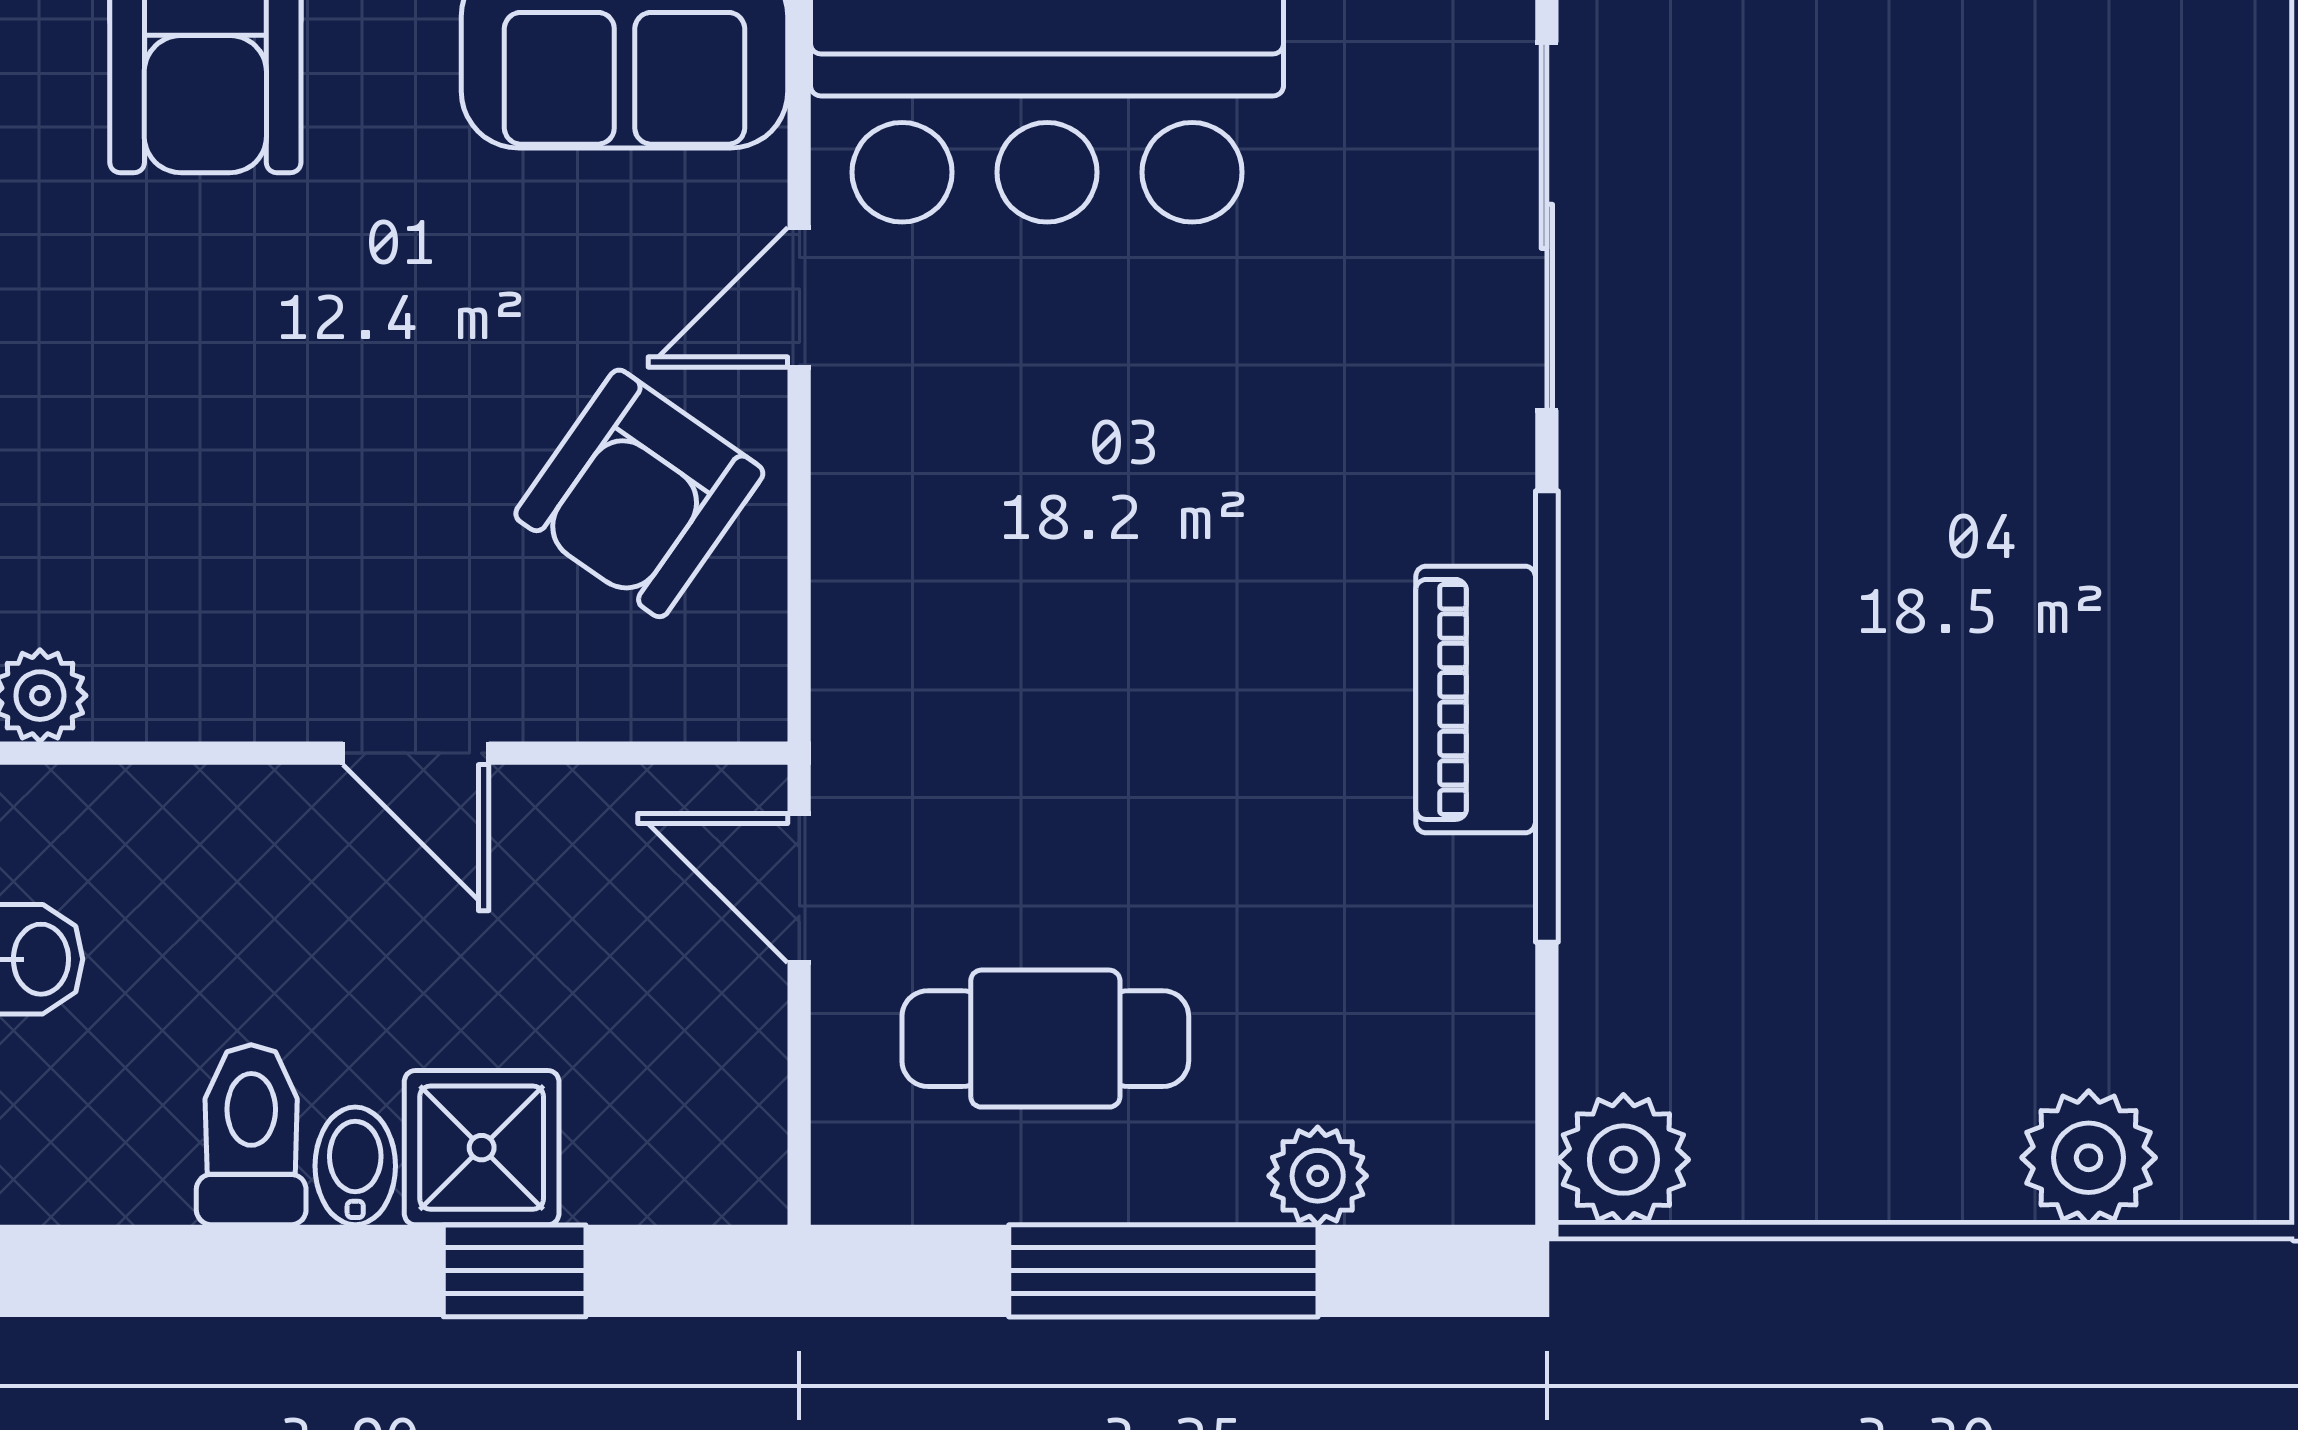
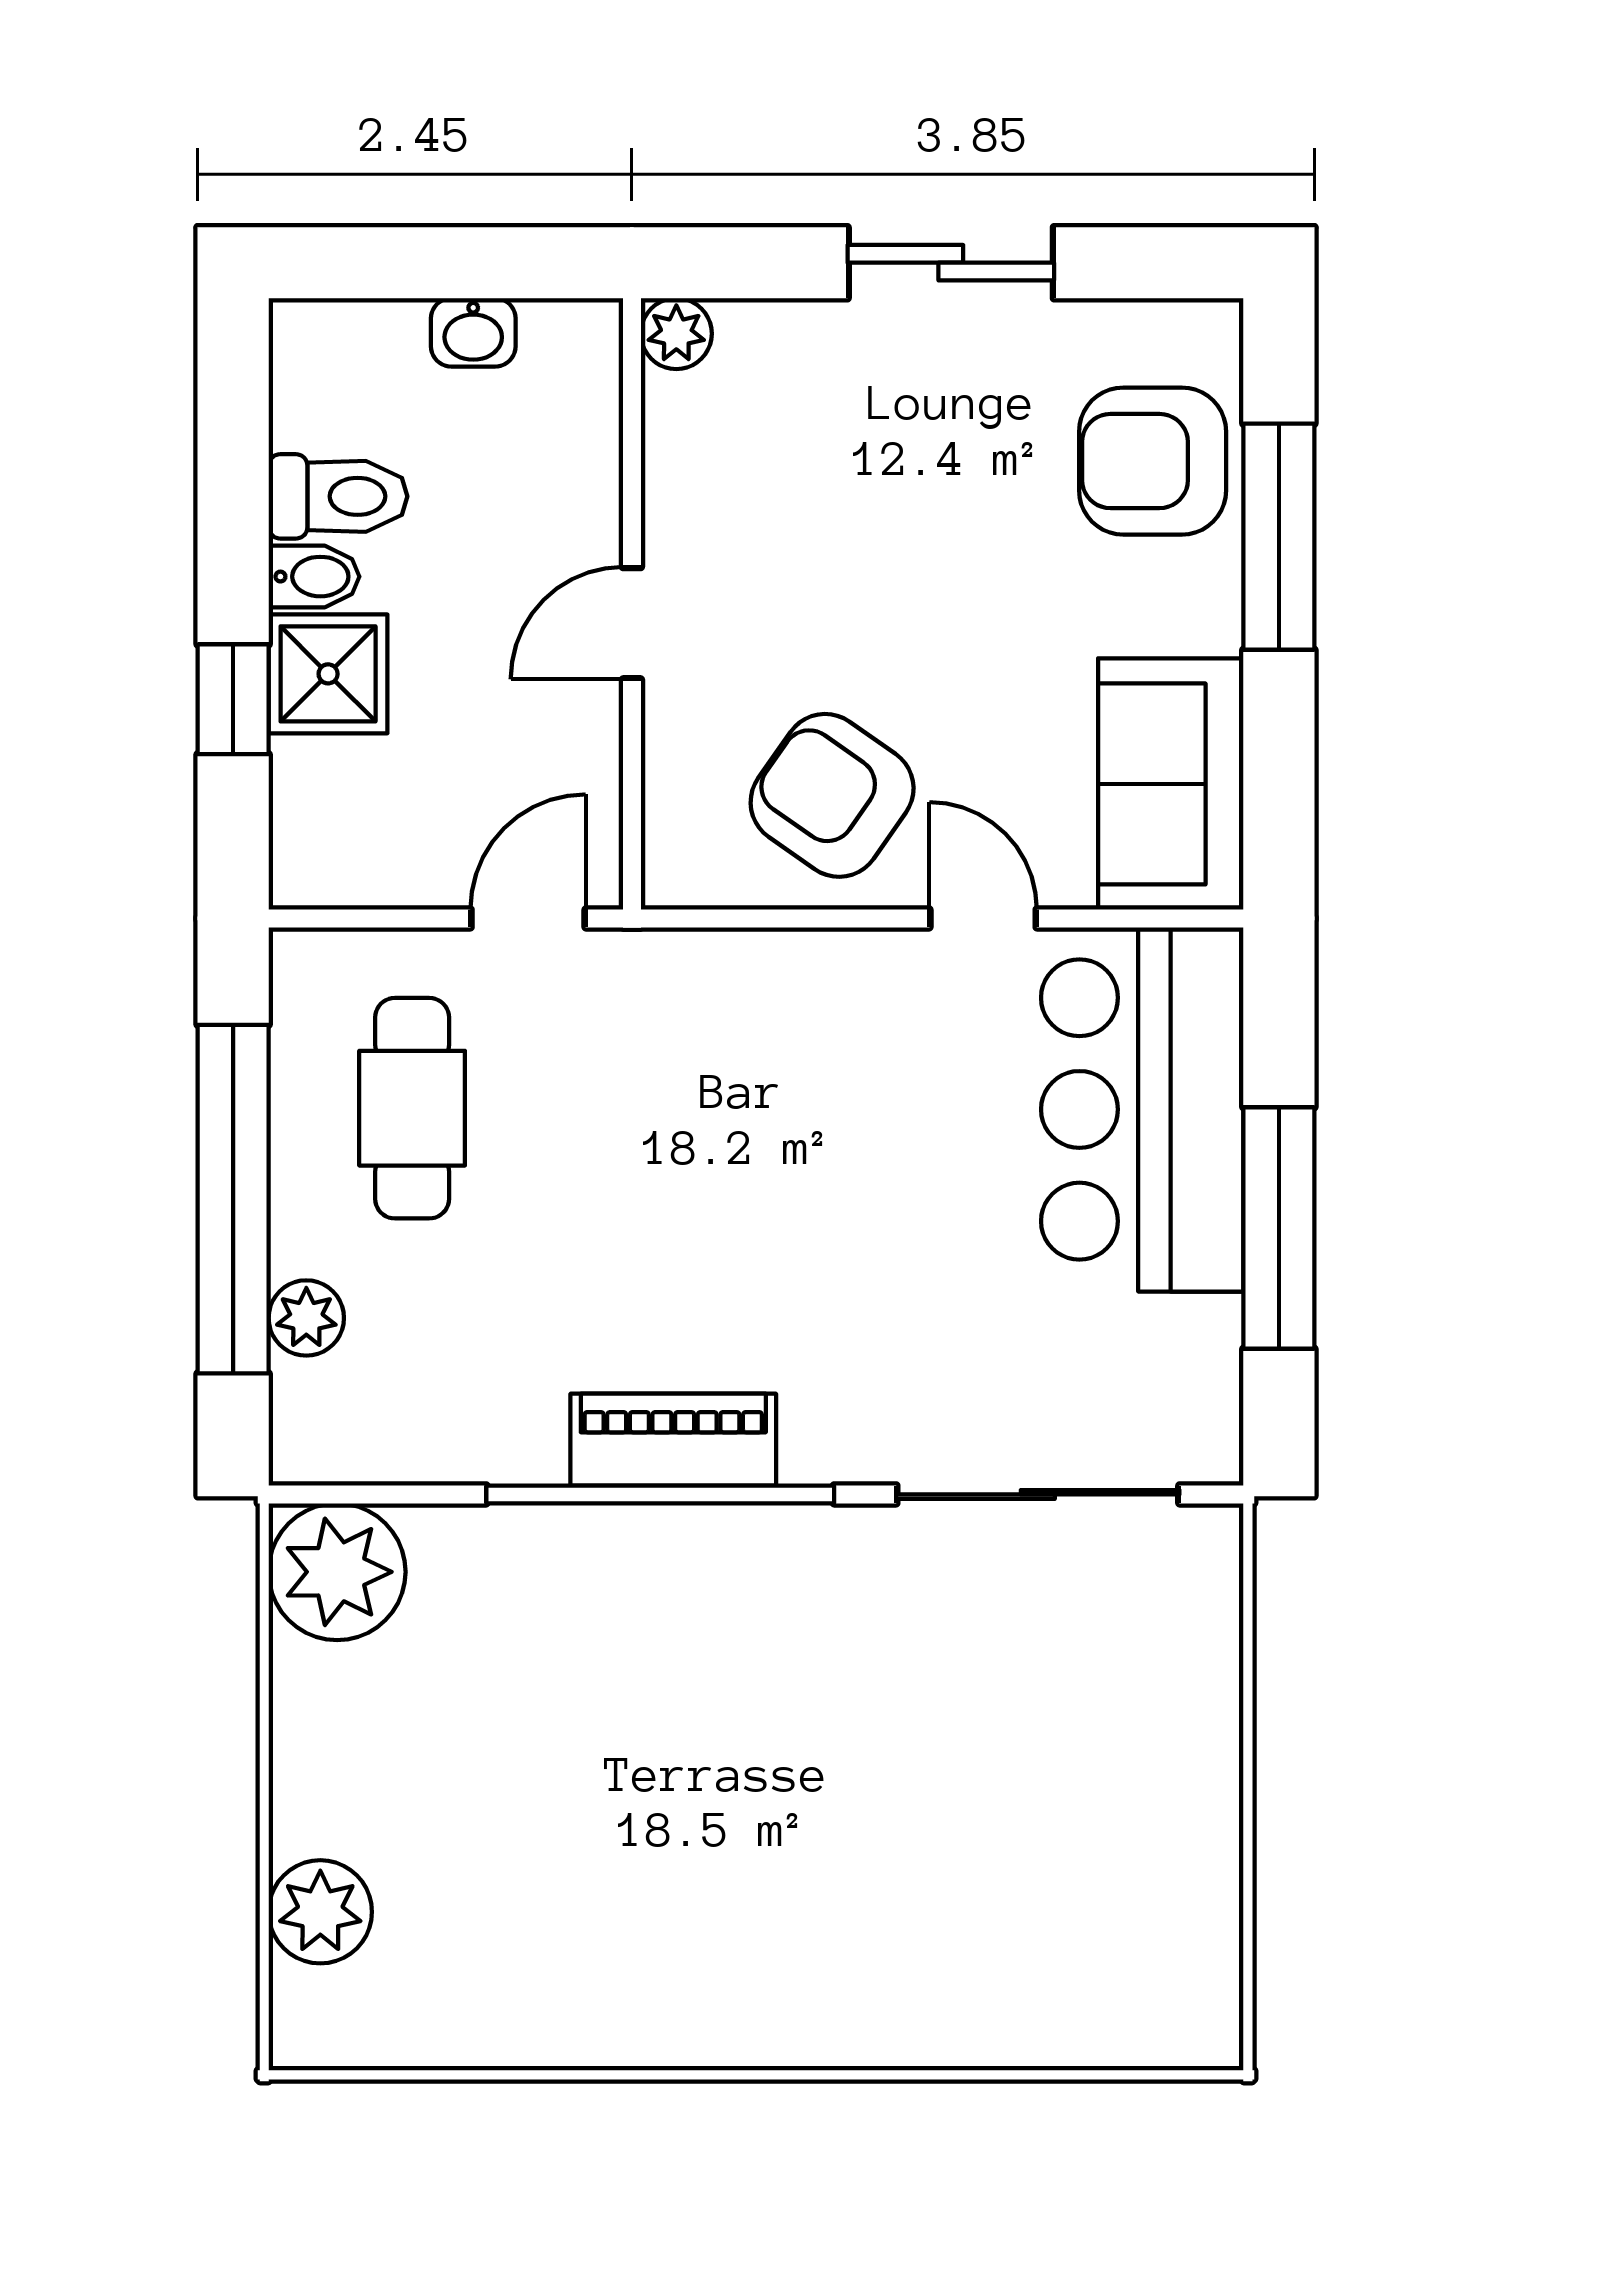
plant: (1623, 1160) -> (337, 1572), width x1.36, depth x1.36
window: (1163, 1271) -> (233, 1199), width x1.46

